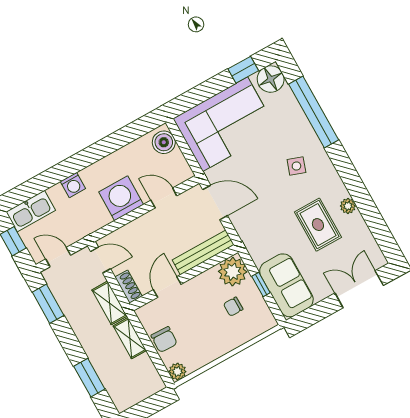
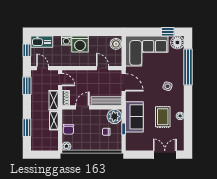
washing machine: (121, 198) -> (80, 44), moved, turned 180
sofa: (286, 285) -> (134, 117), moved

